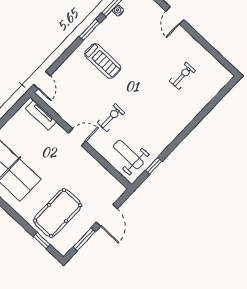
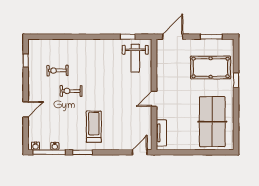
window: (218, 56) -> (26, 61), added
exercise bike: (111, 118) -> (71, 91), moved
door: (77, 137) -> (154, 99), hinge flipped
door: (107, 215) -> (173, 37), moved
window: (42, 241) -> (236, 80), moved

